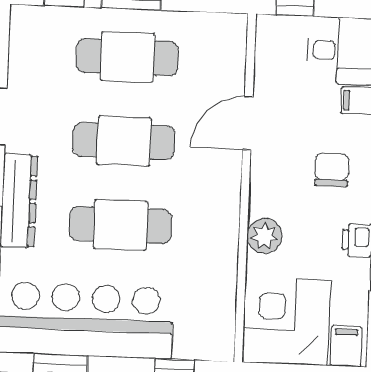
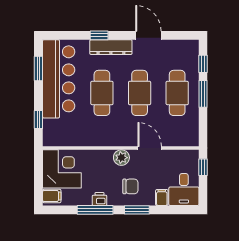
plant: (264, 236) -> (121, 158), moved

